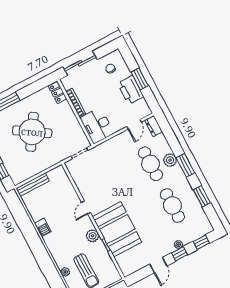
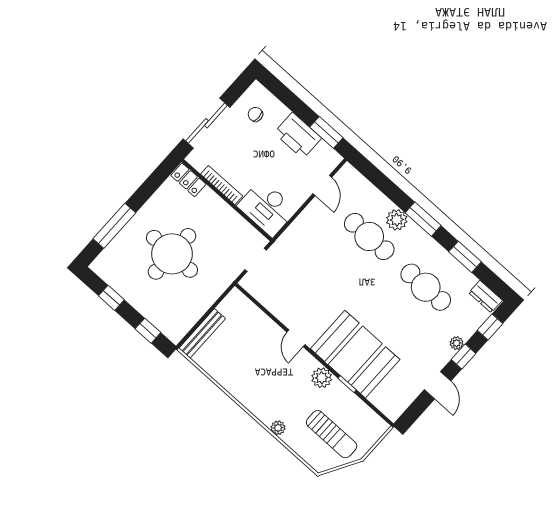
window: (140, 79) -> (326, 132), moved
dresser: (153, 126) -> (486, 297), moved
round table: (32, 132) -> (172, 254), turned -33
barbecue: (43, 227) -> (241, 393), removed
plant: (65, 272) -> (278, 428), moved

